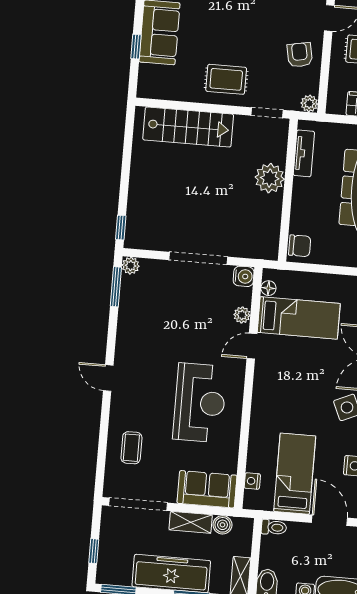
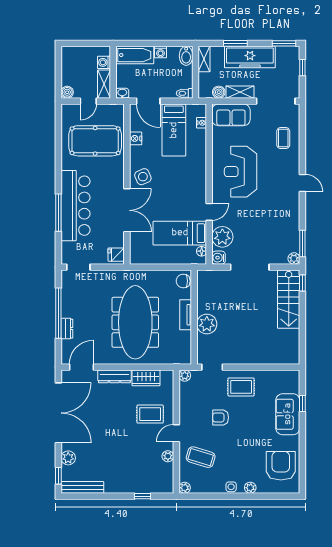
armchair: (300, 55) -> (221, 417), moved, turned 101
stairs: (188, 127) -> (289, 299), moved, turned -90
tv unit: (304, 153) -> (186, 315), moved
plant: (242, 315) -> (222, 237), width x1.88, depth x1.88

